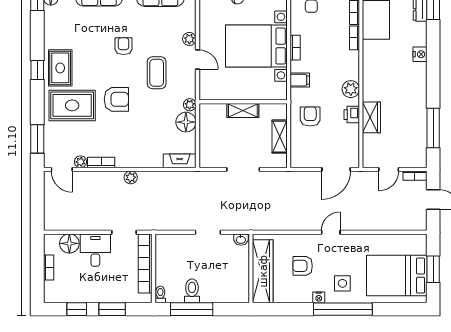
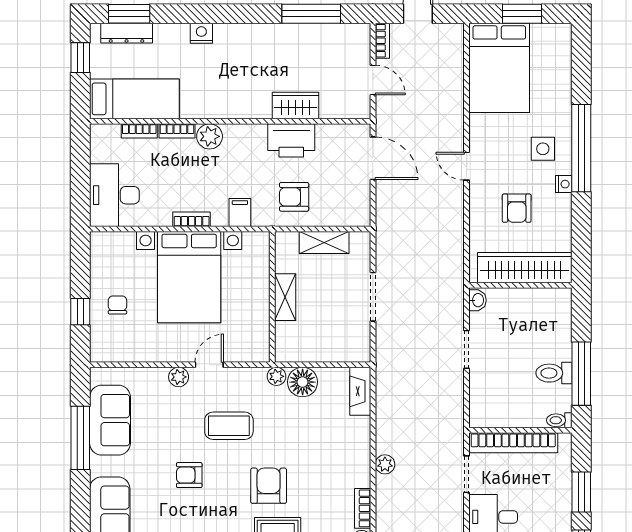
plant: (351, 89) -> (210, 136), moved
printer: (352, 115) -> (291, 140), width x1.87, depth x1.48
bed: (397, 276) -> (499, 68), moved

